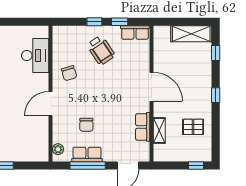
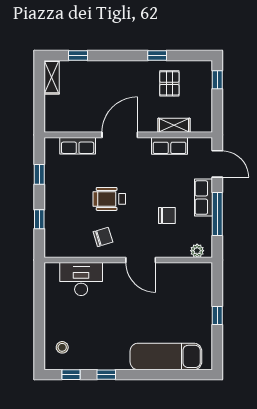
window: (94, 22) -> (39, 219), moved
row of seats: (135, 32) -> (78, 146), moved, turned 90
shelving: (191, 34) -> (52, 77), width x0.67, depth x0.75
wheelchair: (101, 50) -> (109, 199), moved, turned -146
window: (216, 95) -> (157, 55), moved
row of seats: (87, 154) -> (203, 198), moved

